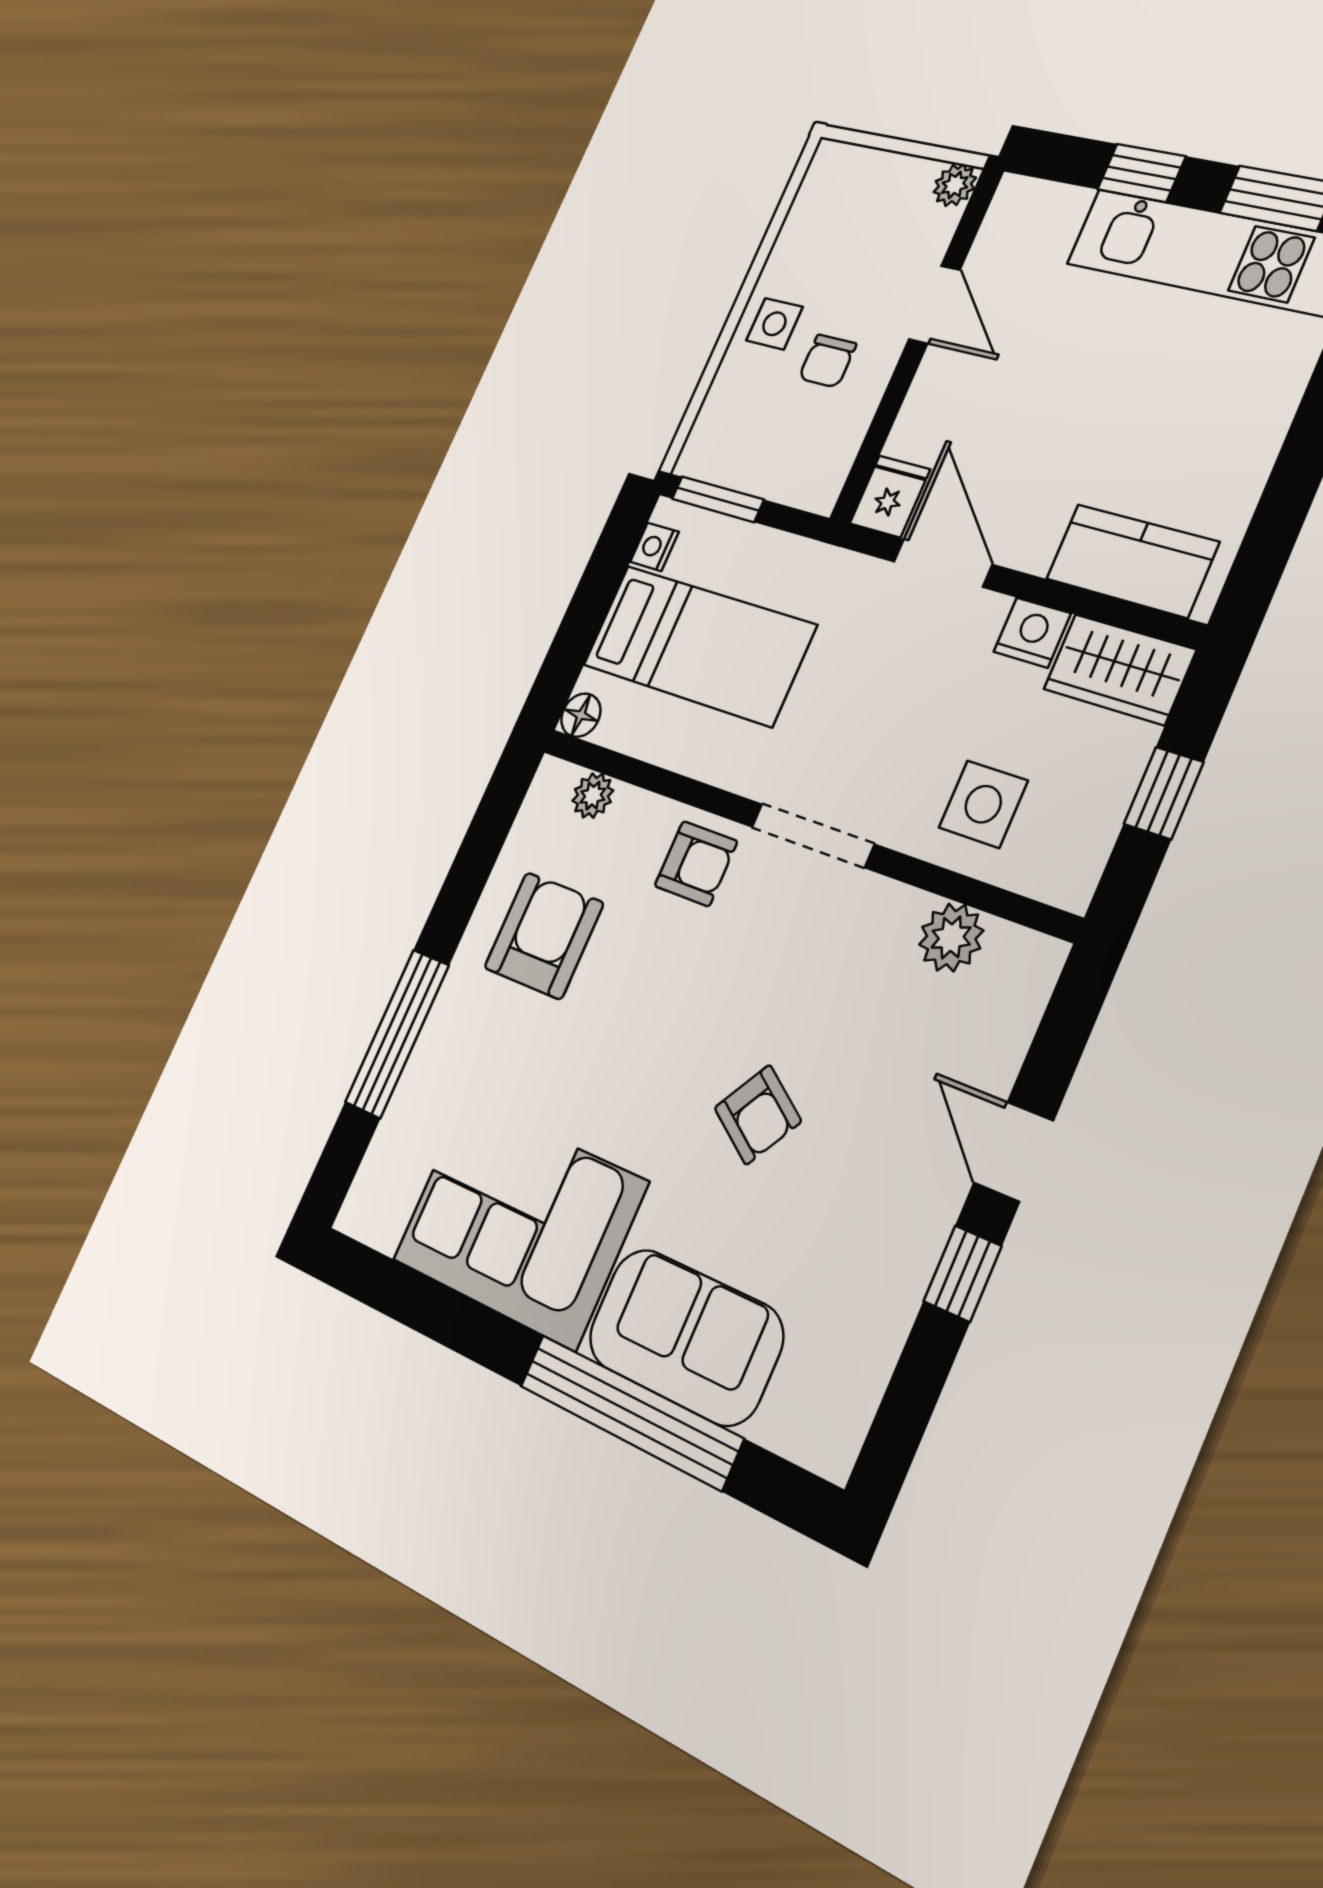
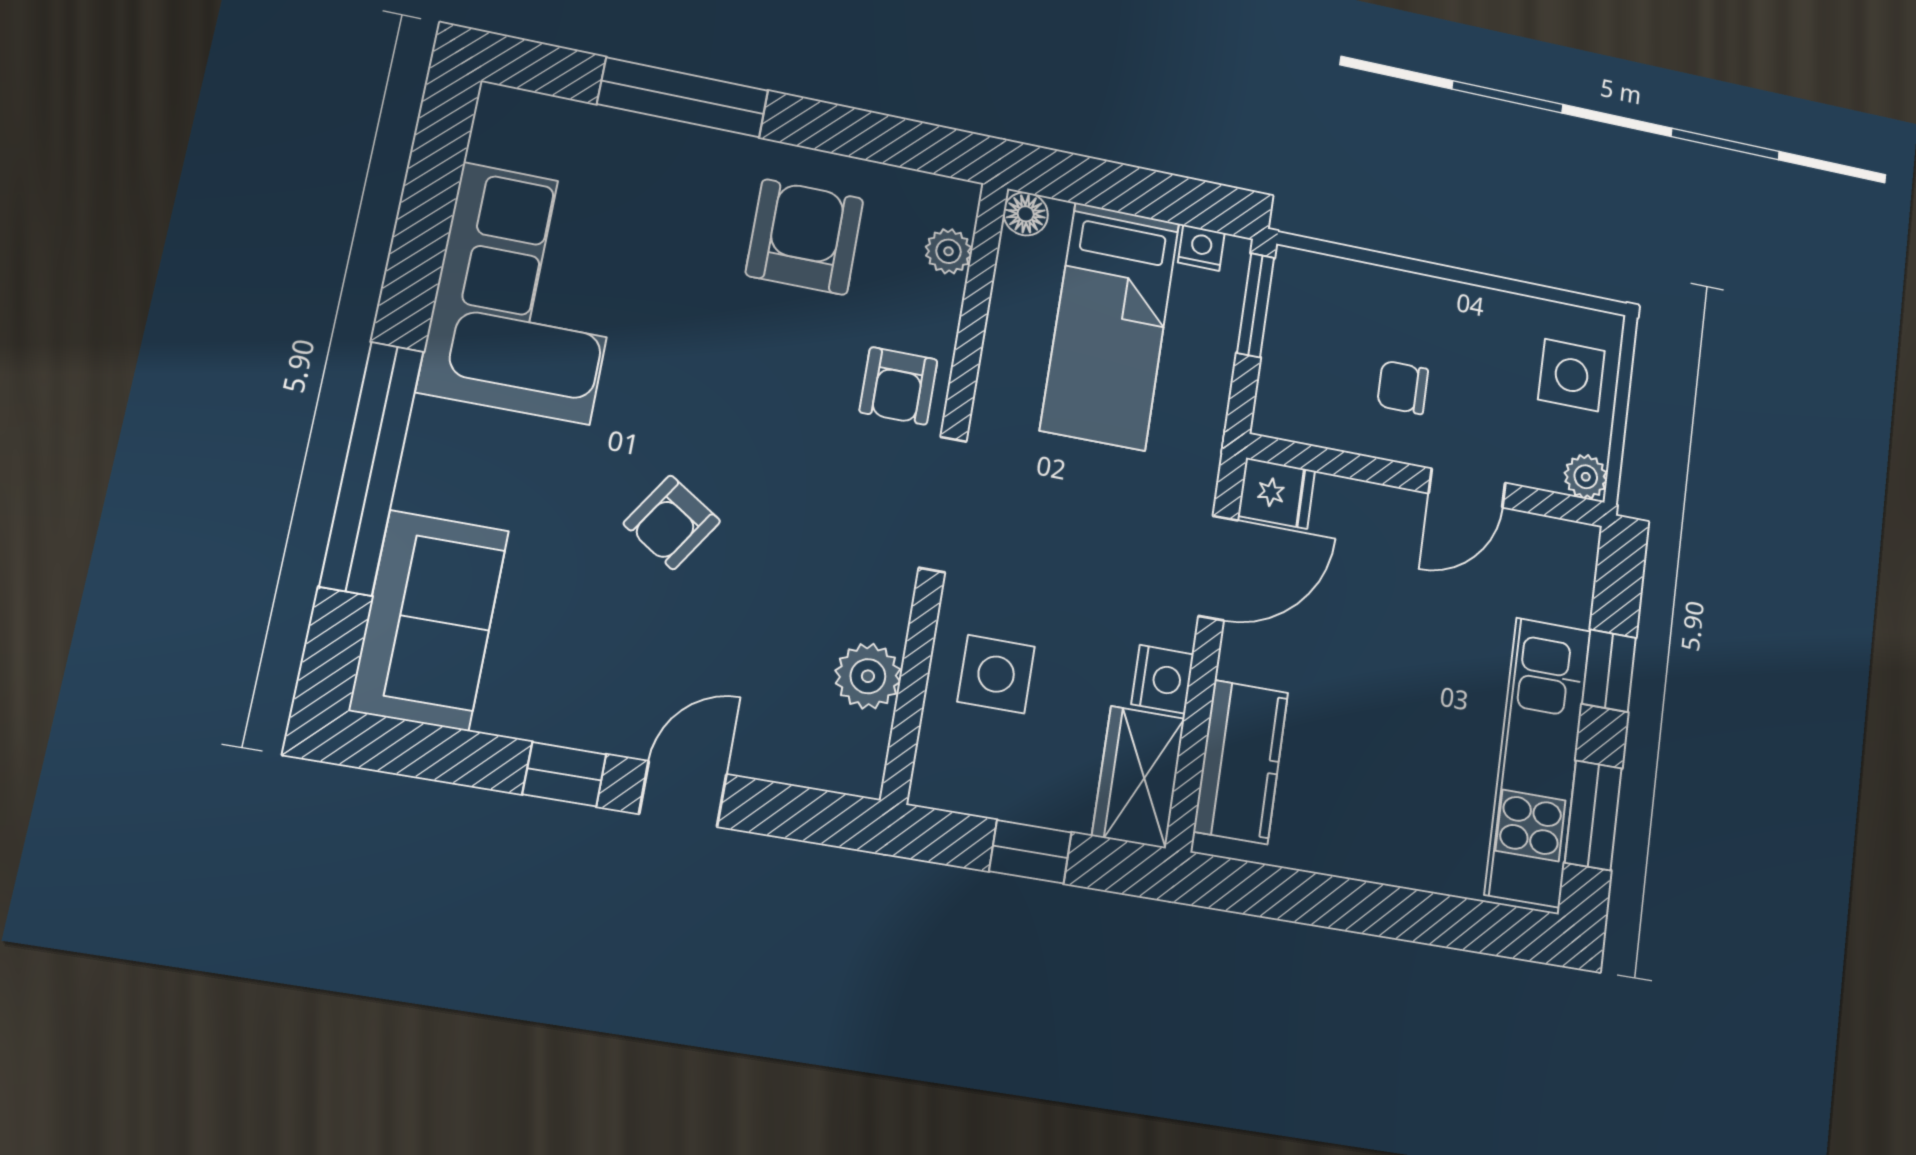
side table: (774, 324) -> (1571, 375), moved, width x1.37, depth x1.37
armchair: (544, 936) -> (805, 237), turned -90
sofa: (685, 1337) -> (429, 620), moved

